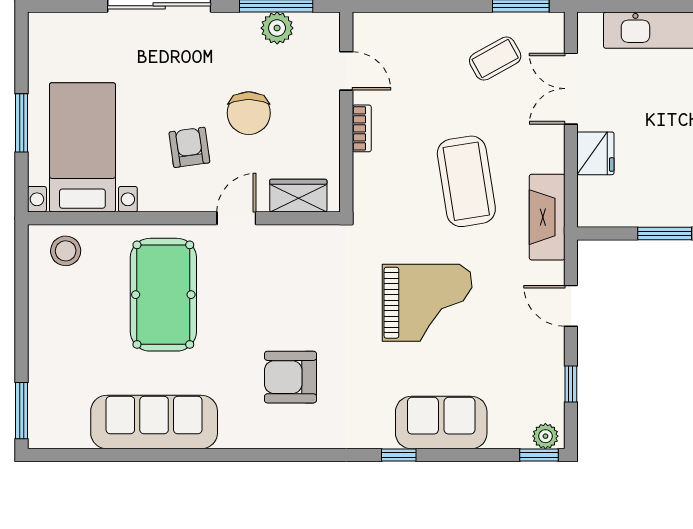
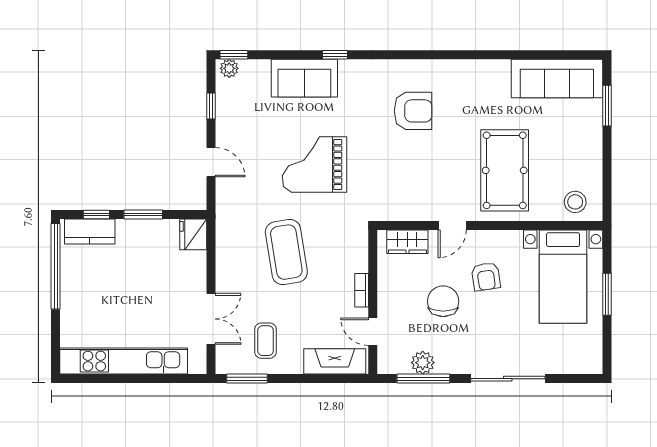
coffee table: (495, 59) -> (266, 341), turned -61
fridge: (595, 153) -> (193, 234), moved
fireplace: (547, 217) -> (335, 361), moved, turned -90
window: (22, 411) -> (607, 106), moved
sofa: (154, 422) -> (557, 79), moved

